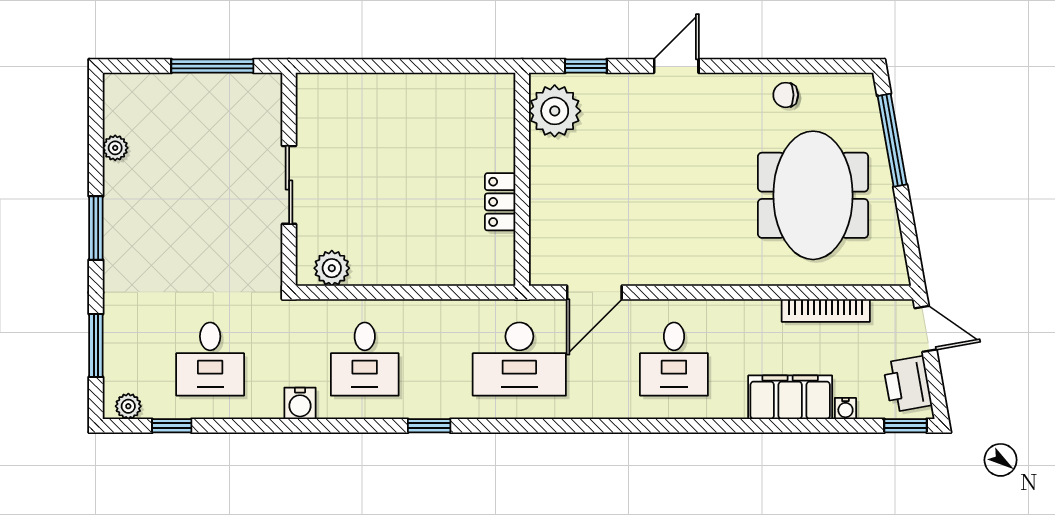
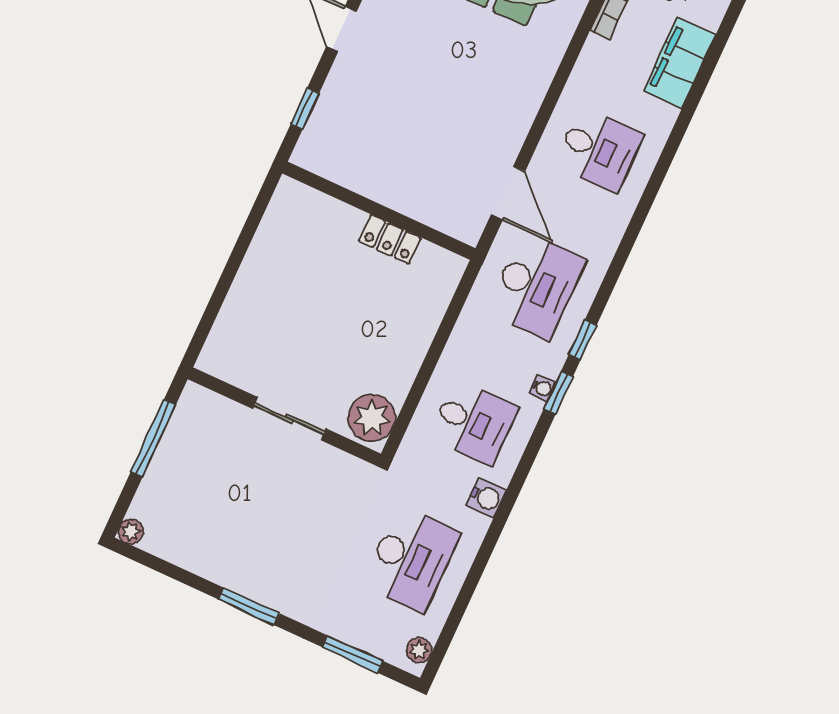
plant: (555, 111) -> (332, 154), removed
plant: (115, 148) -> (131, 532), moved
plant: (332, 268) -> (372, 418), width x1.36, depth x1.36
desk: (210, 359) -> (411, 559), width x1.37
water cooler: (845, 408) -> (542, 388), moved
window: (172, 426) -> (583, 340), moved

